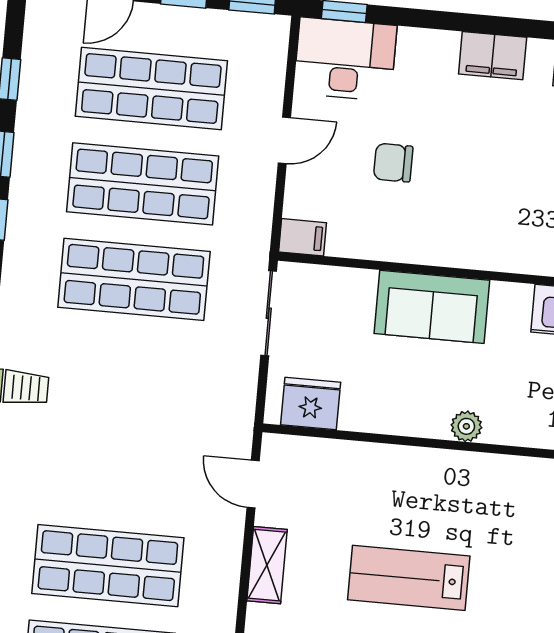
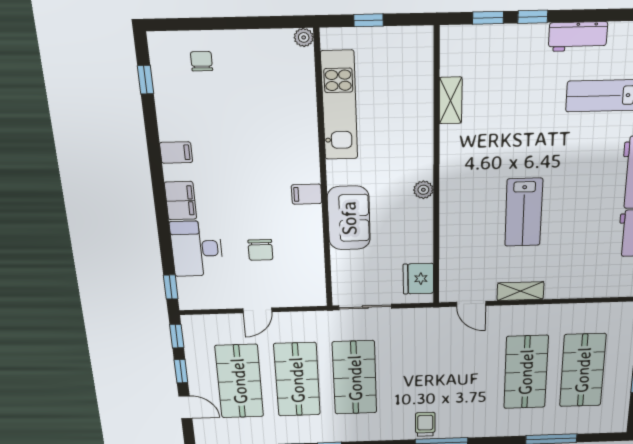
desk: (345, 59) -> (197, 249), moved
door: (284, 140) -> (257, 310), swing flipped
filing cabinet: (303, 237) -> (307, 194), moved, turned -90
door: (253, 484) -> (471, 304), hinge flipped

